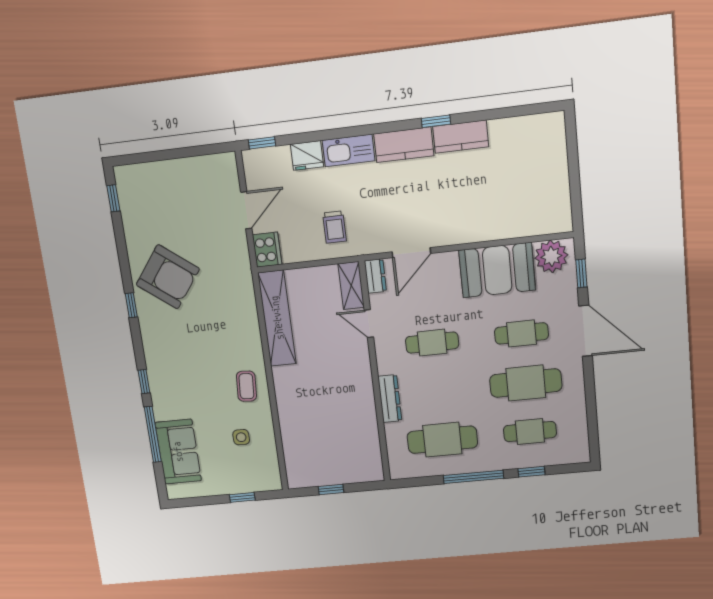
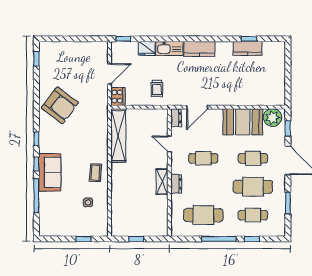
window: (436, 121) -> (249, 39), moved
kitchen counter: (461, 137) -> (248, 48), moved
shelving: (351, 286) -> (162, 182), moved
window: (131, 305) -> (36, 139), moved
dresser: (390, 399) -> (176, 184), width x0.70
window: (591, 405) -> (288, 203), added
sofa: (178, 452) -> (50, 172), moved

